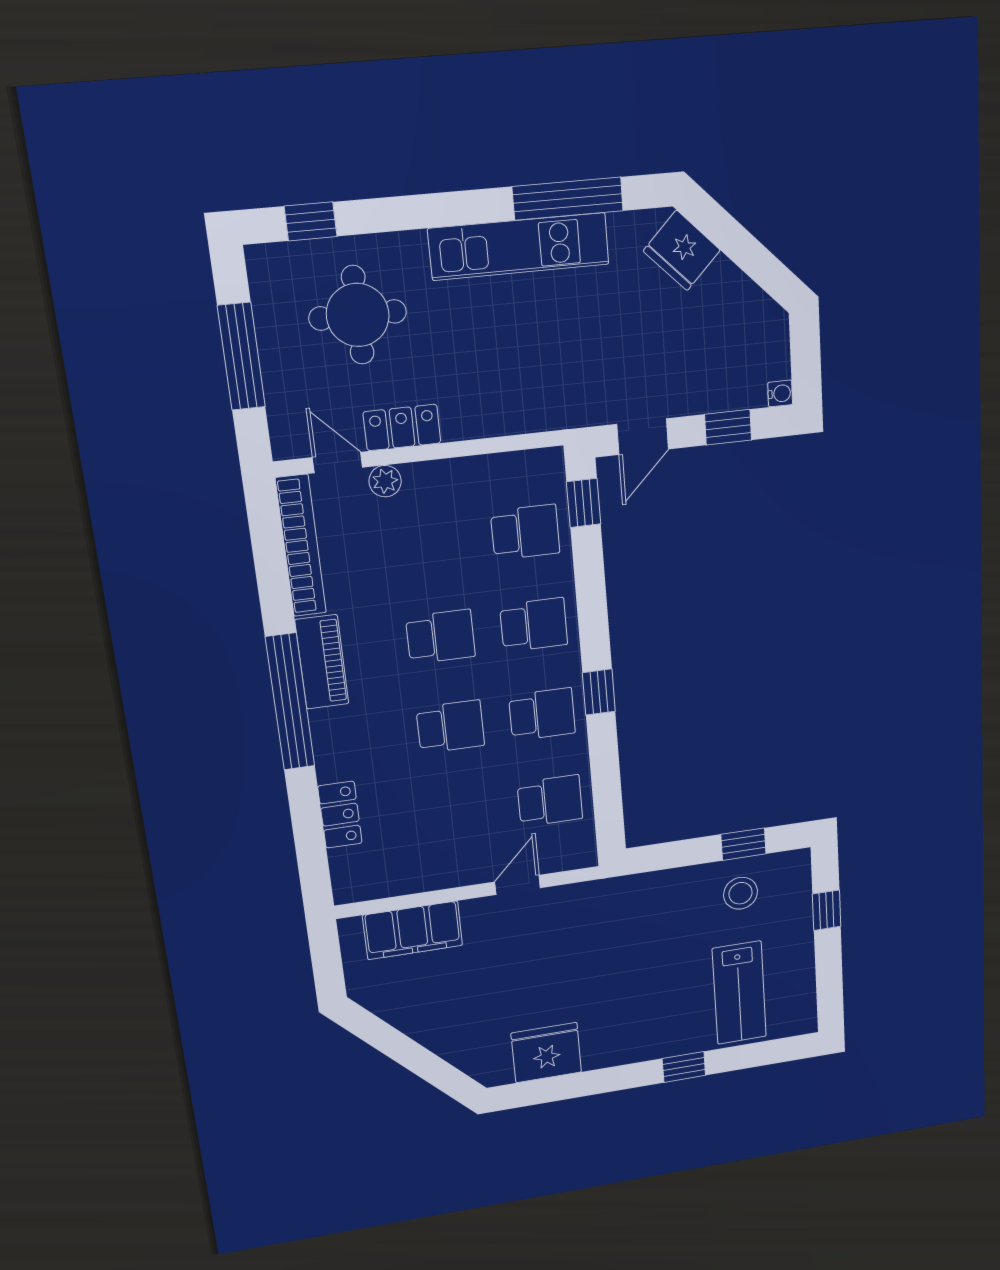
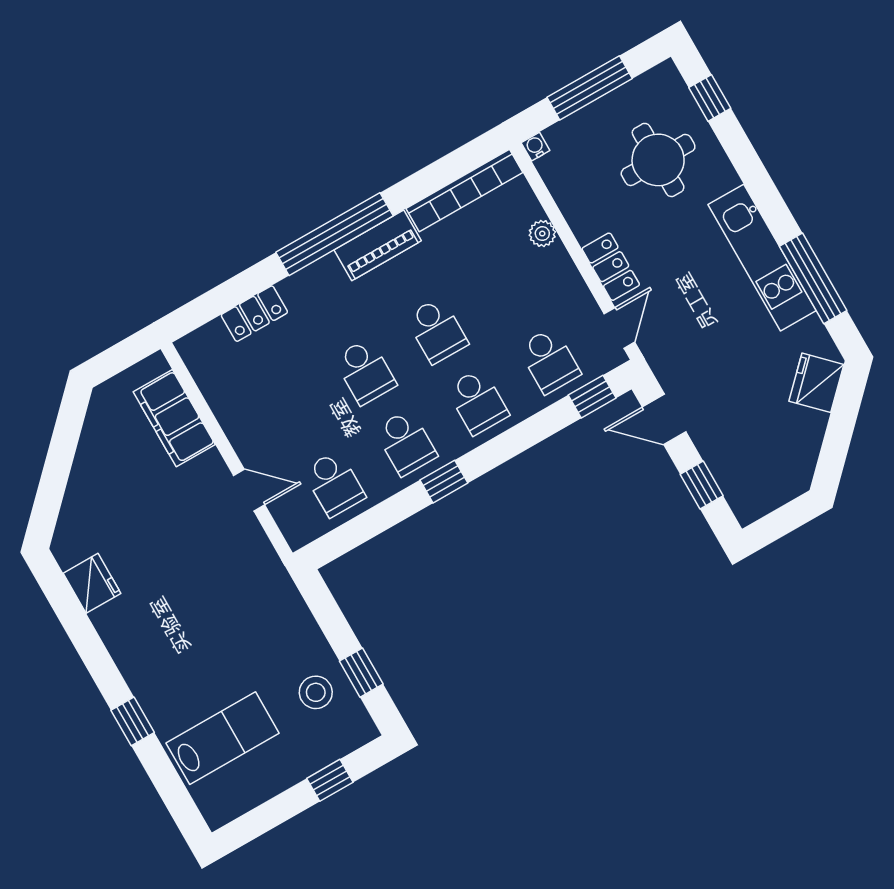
water cooler: (780, 393) -> (535, 147), moved, turned 180
locker: (402, 427) -> (611, 267), moved
door: (337, 462) -> (619, 328), moved
lab bench: (739, 993) -> (223, 738), turned 180
fridge: (546, 1053) -> (92, 583), width x0.73, depth x0.75

